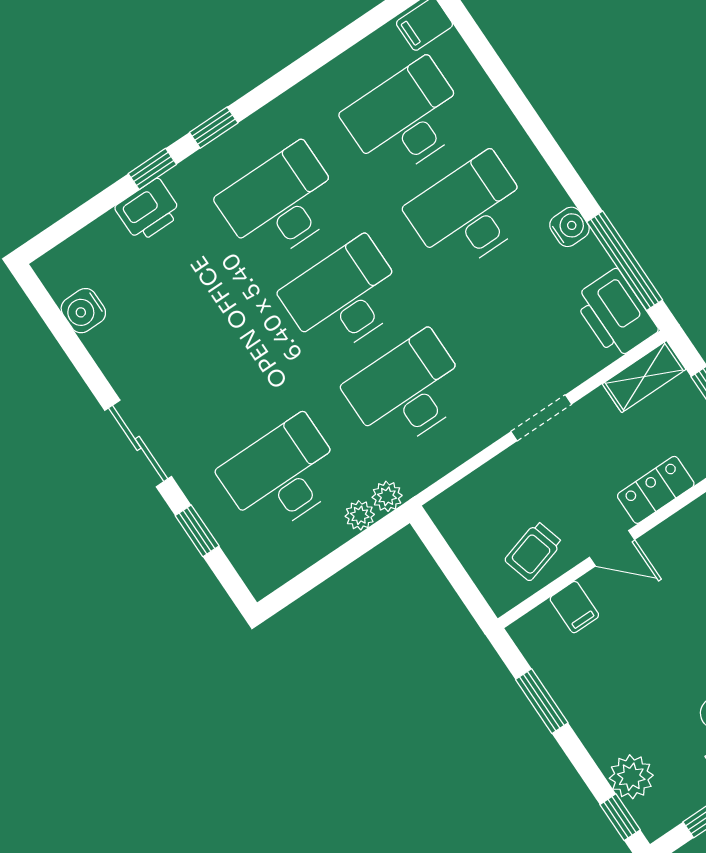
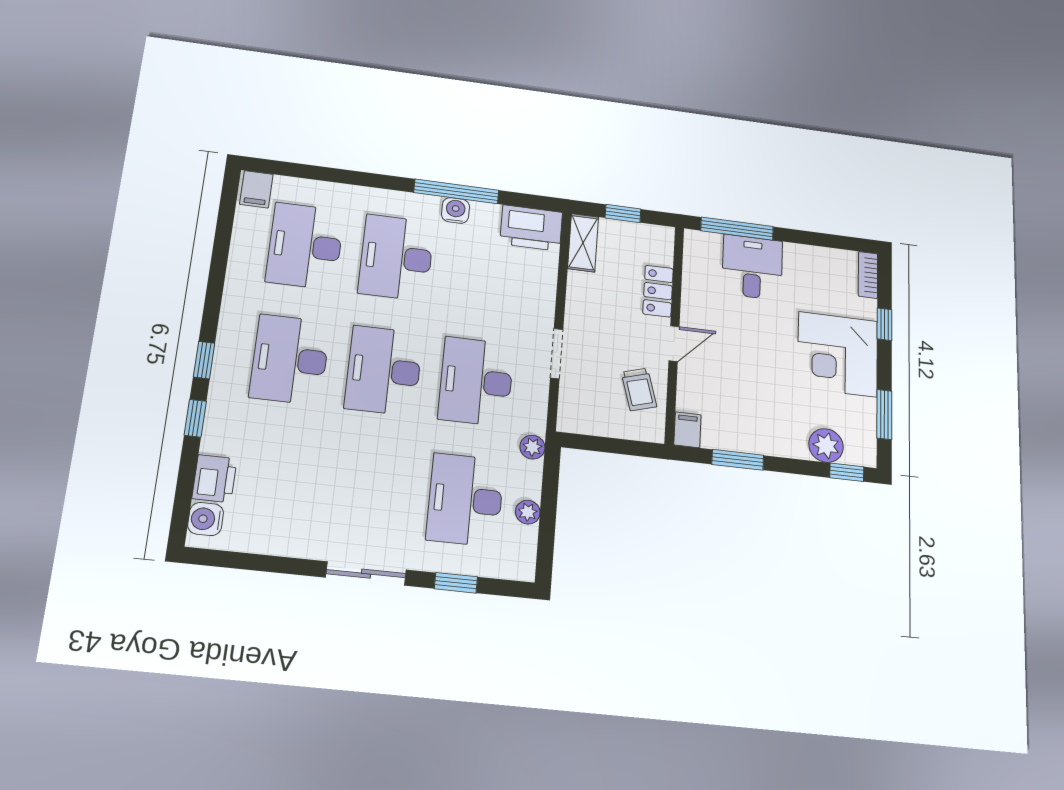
printer: (148, 210) -> (214, 479), moved
window: (625, 261) -> (456, 191), moved
water cooler: (83, 311) -> (206, 519), moved, turned 90
doorway: (541, 418) -> (557, 354), moved
plant: (360, 515) -> (528, 512), moved
filing cabinet: (574, 607) -> (687, 430), moved, turned -90

